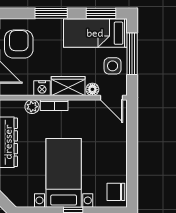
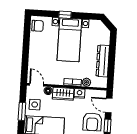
window: (132, 54) -> (22, 111), width x0.69

